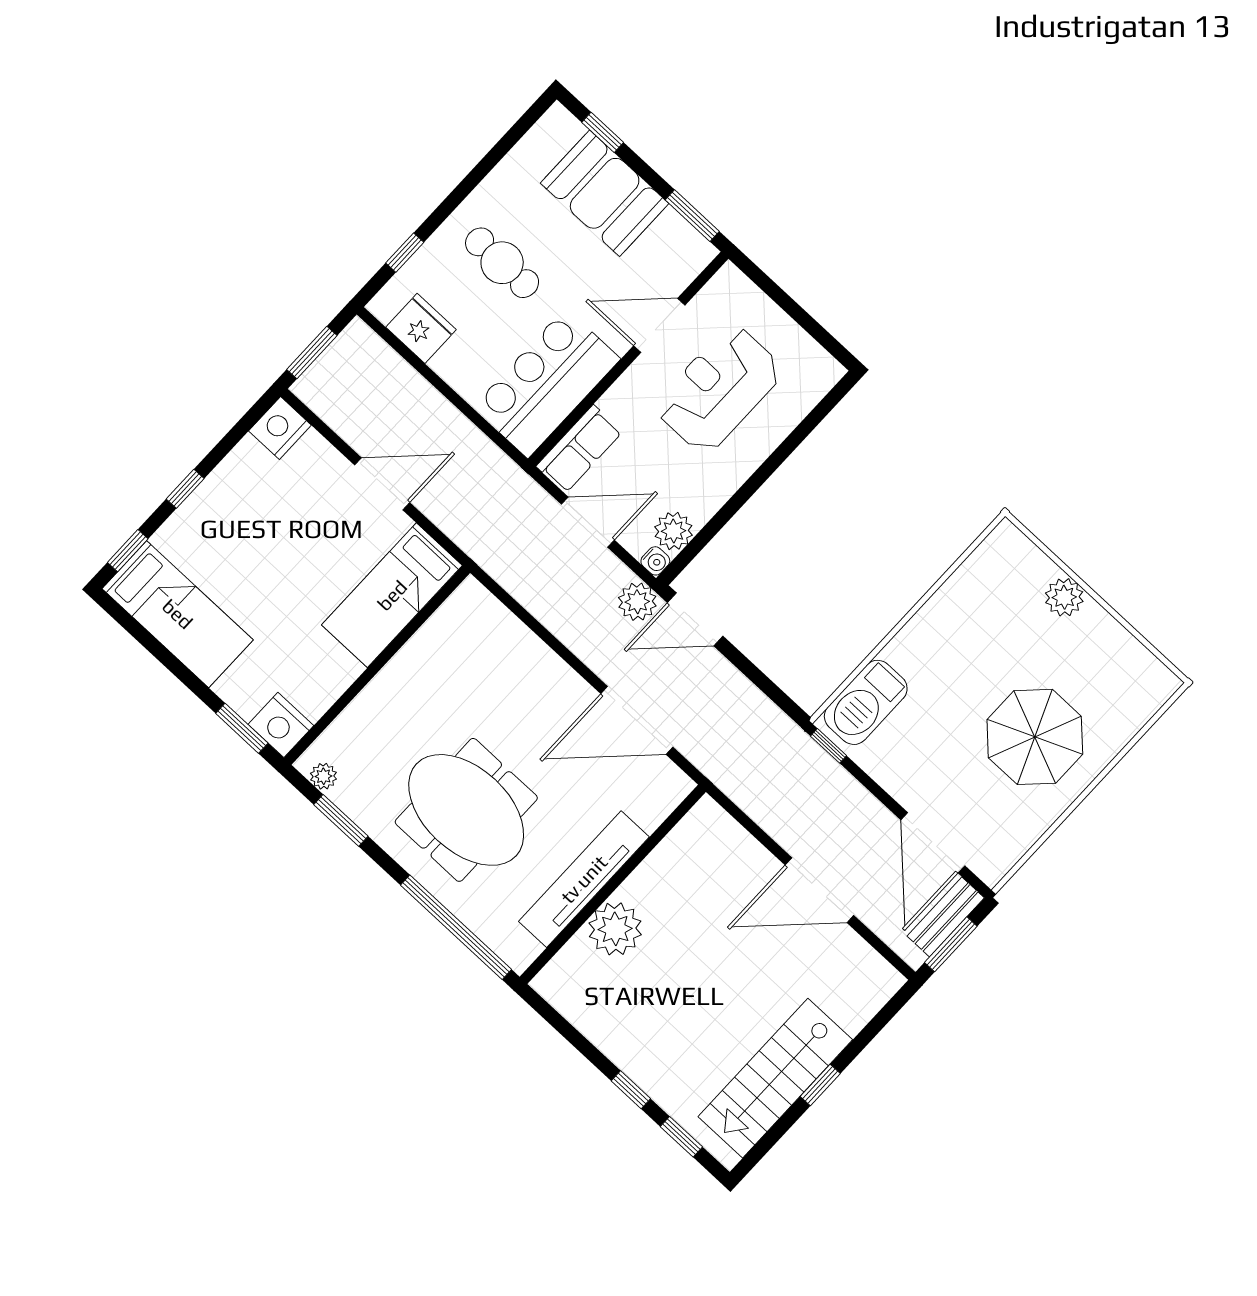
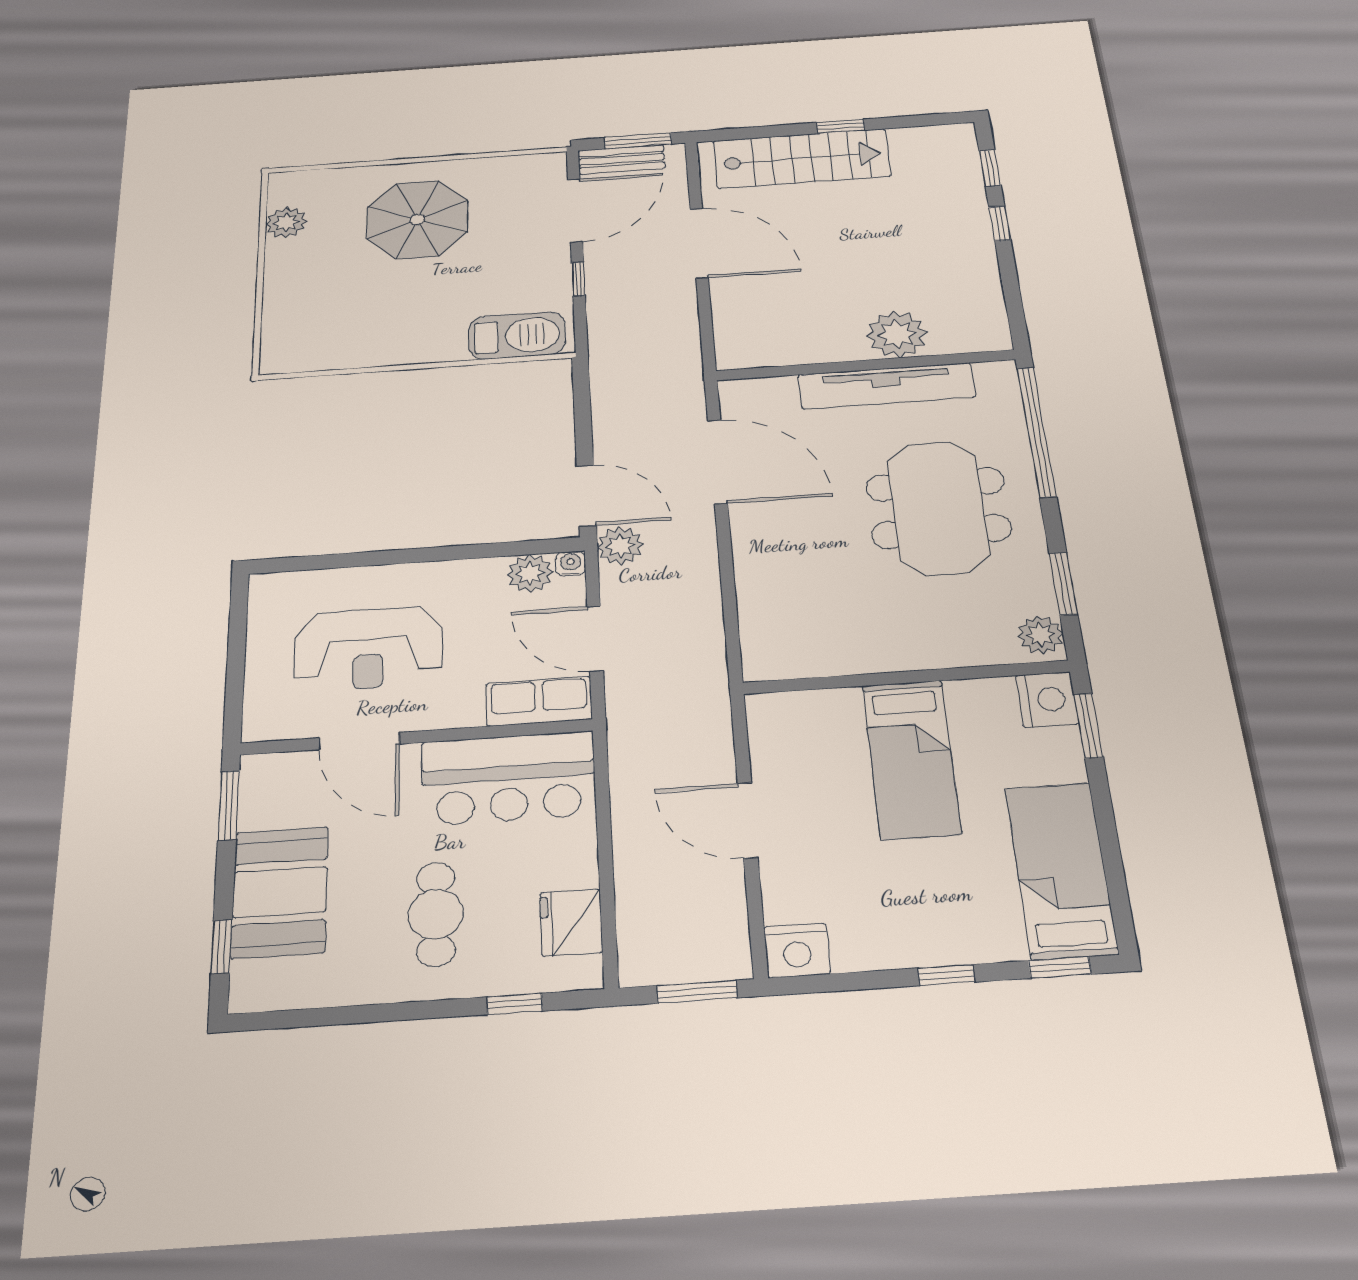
bed: (392, 595) -> (911, 759), moved, turned 90
plant: (1064, 597) -> (286, 223), moved
window: (829, 746) -> (578, 279), moved
plant: (323, 776) -> (1041, 635), width x1.38, depth x1.38
stairs: (775, 1078) -> (802, 158), moved

